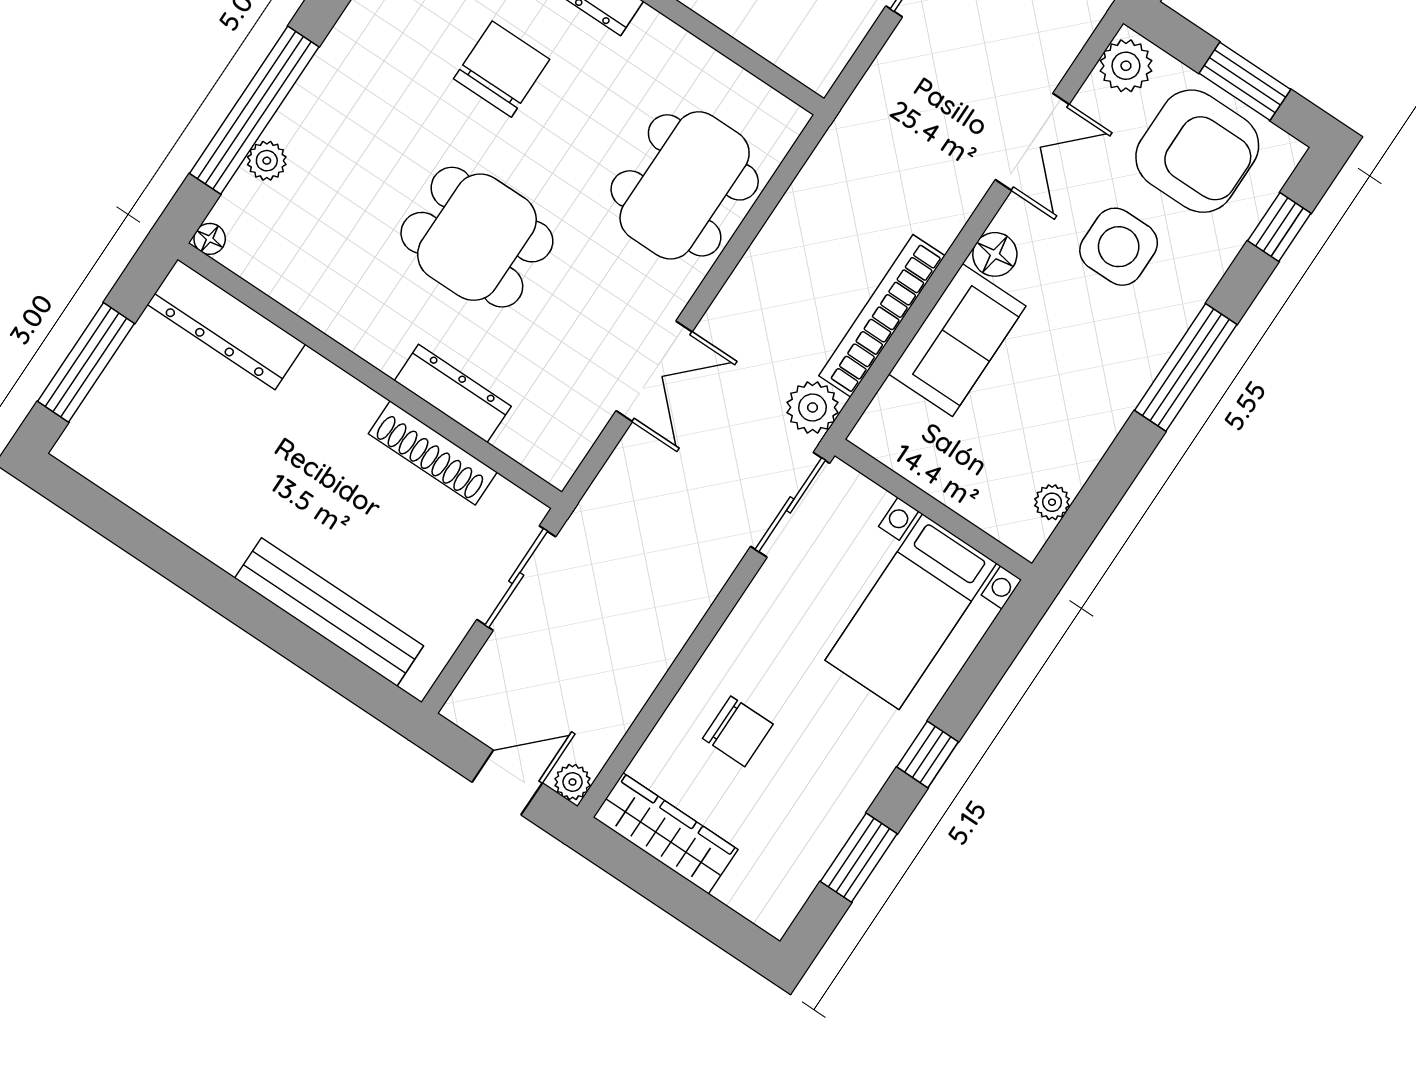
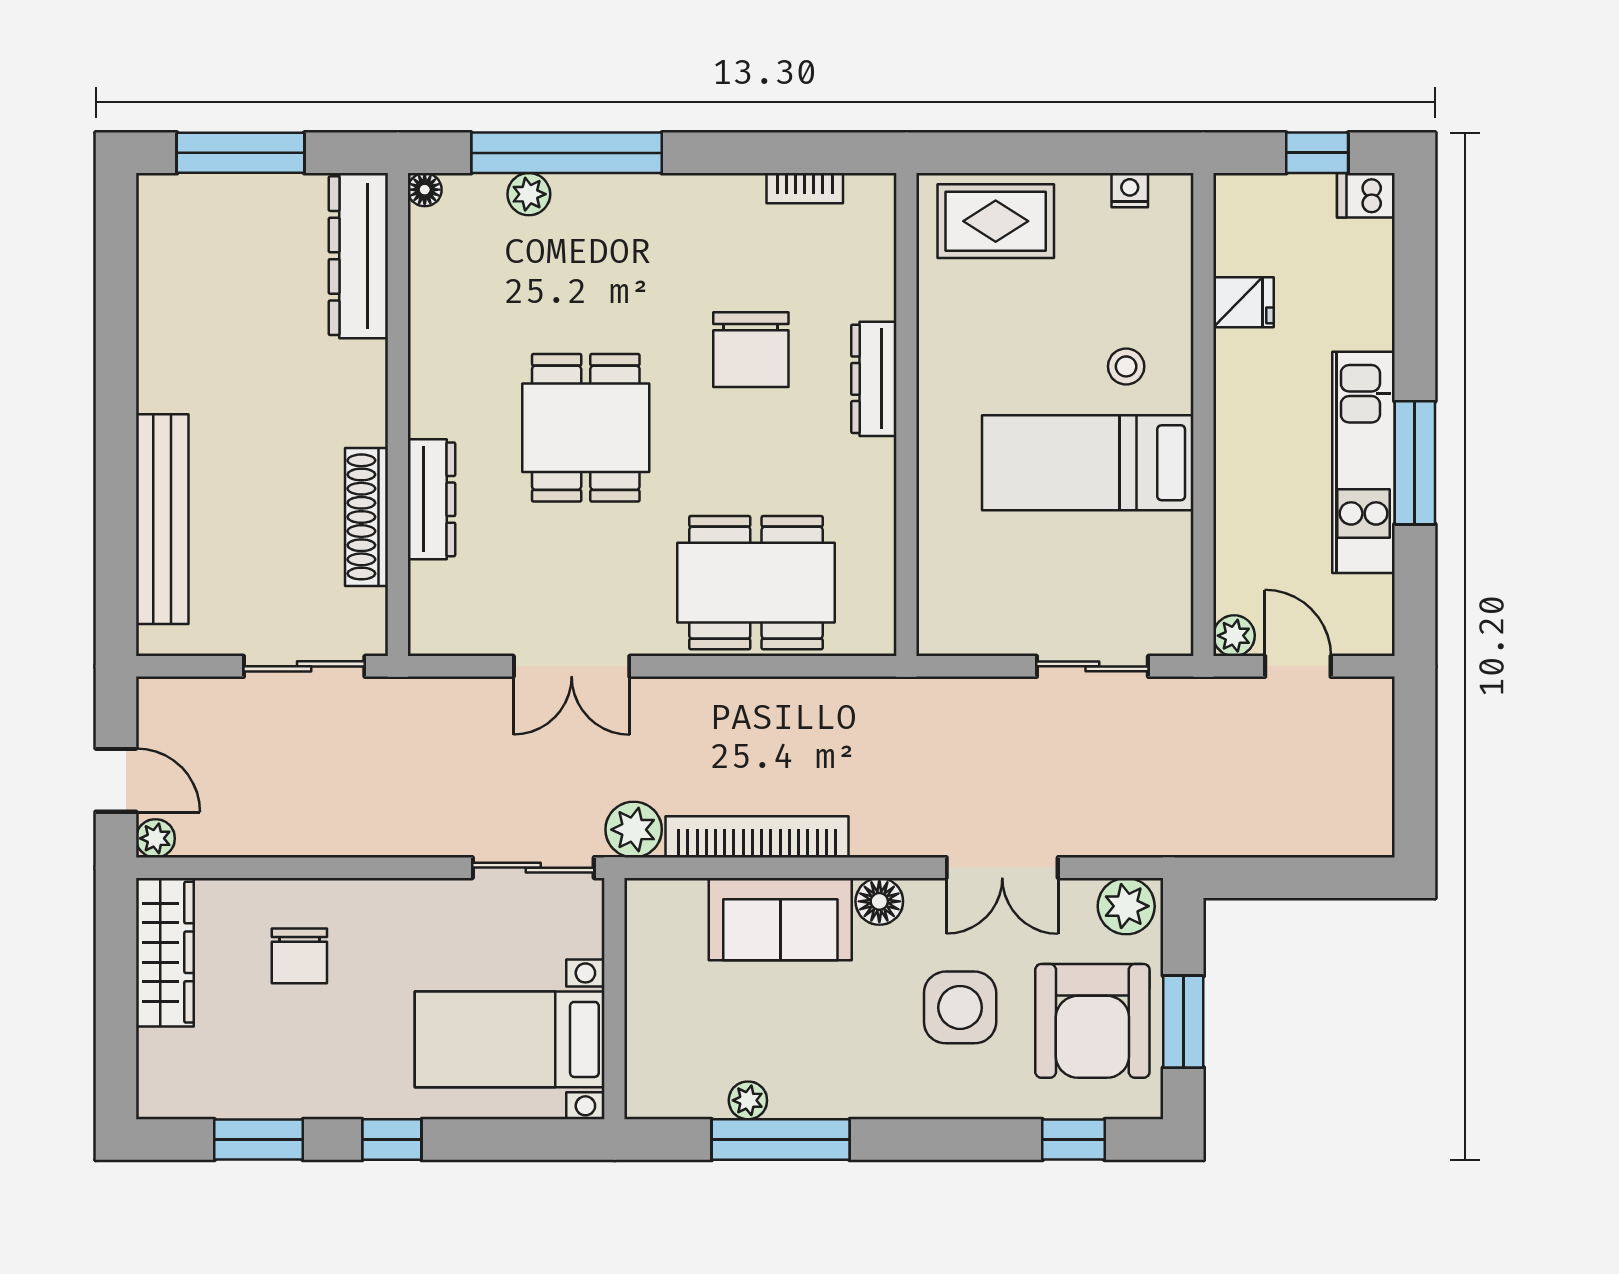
chair: (502, 69) -> (751, 350), turned 90
window: (1186, 367) -> (781, 1140), moved
plant: (1052, 502) -> (748, 1100), moved

